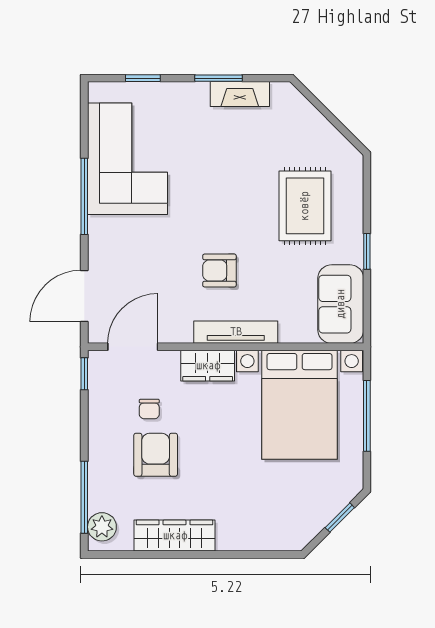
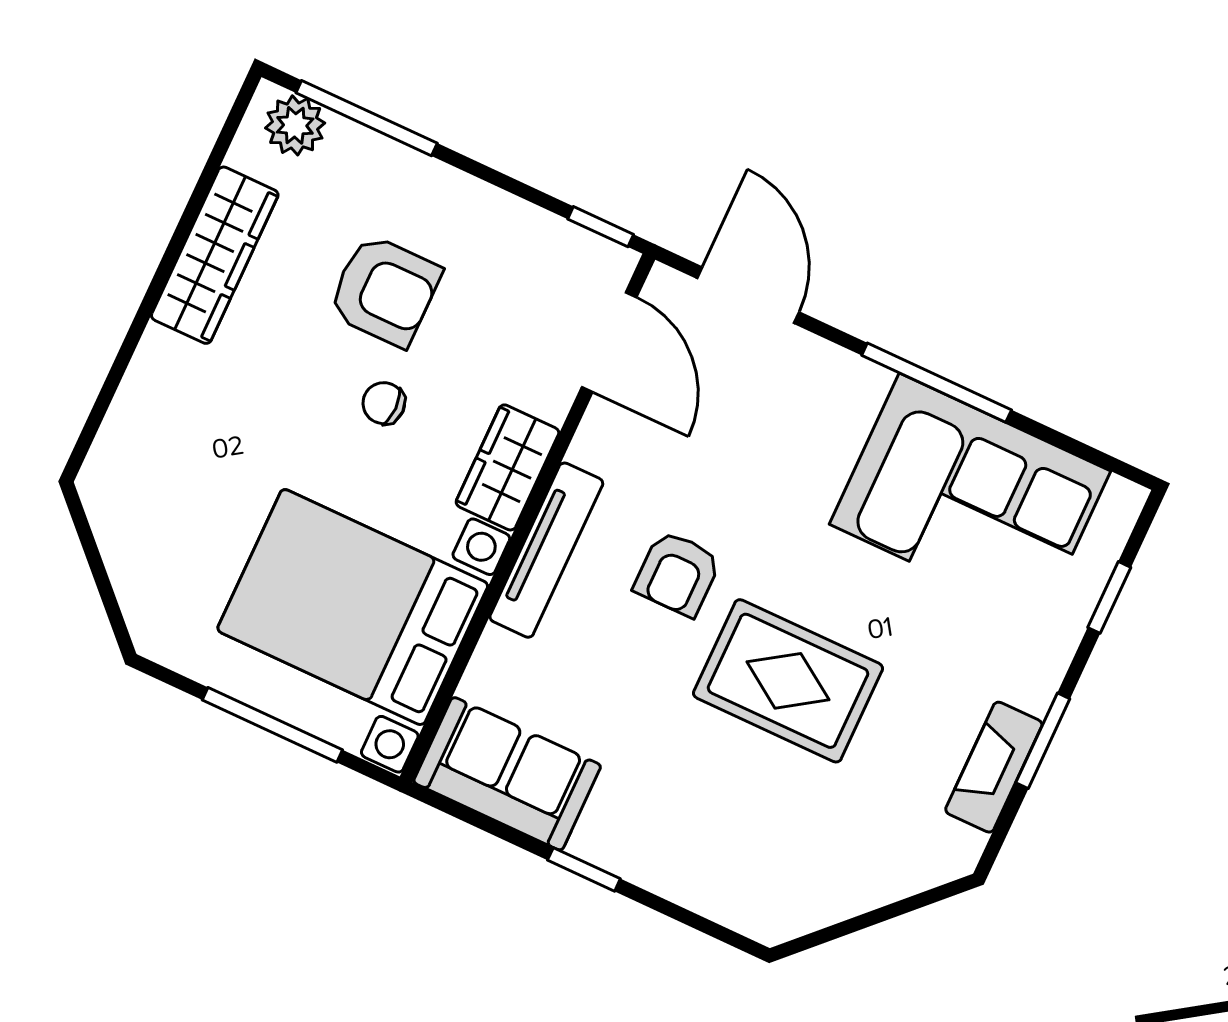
rug: (305, 206) -> (788, 681), moved
armchair: (219, 270) -> (677, 574), turned 180
chair: (149, 409) -> (384, 403), moved
window: (340, 518) -> (104, 584), removed

